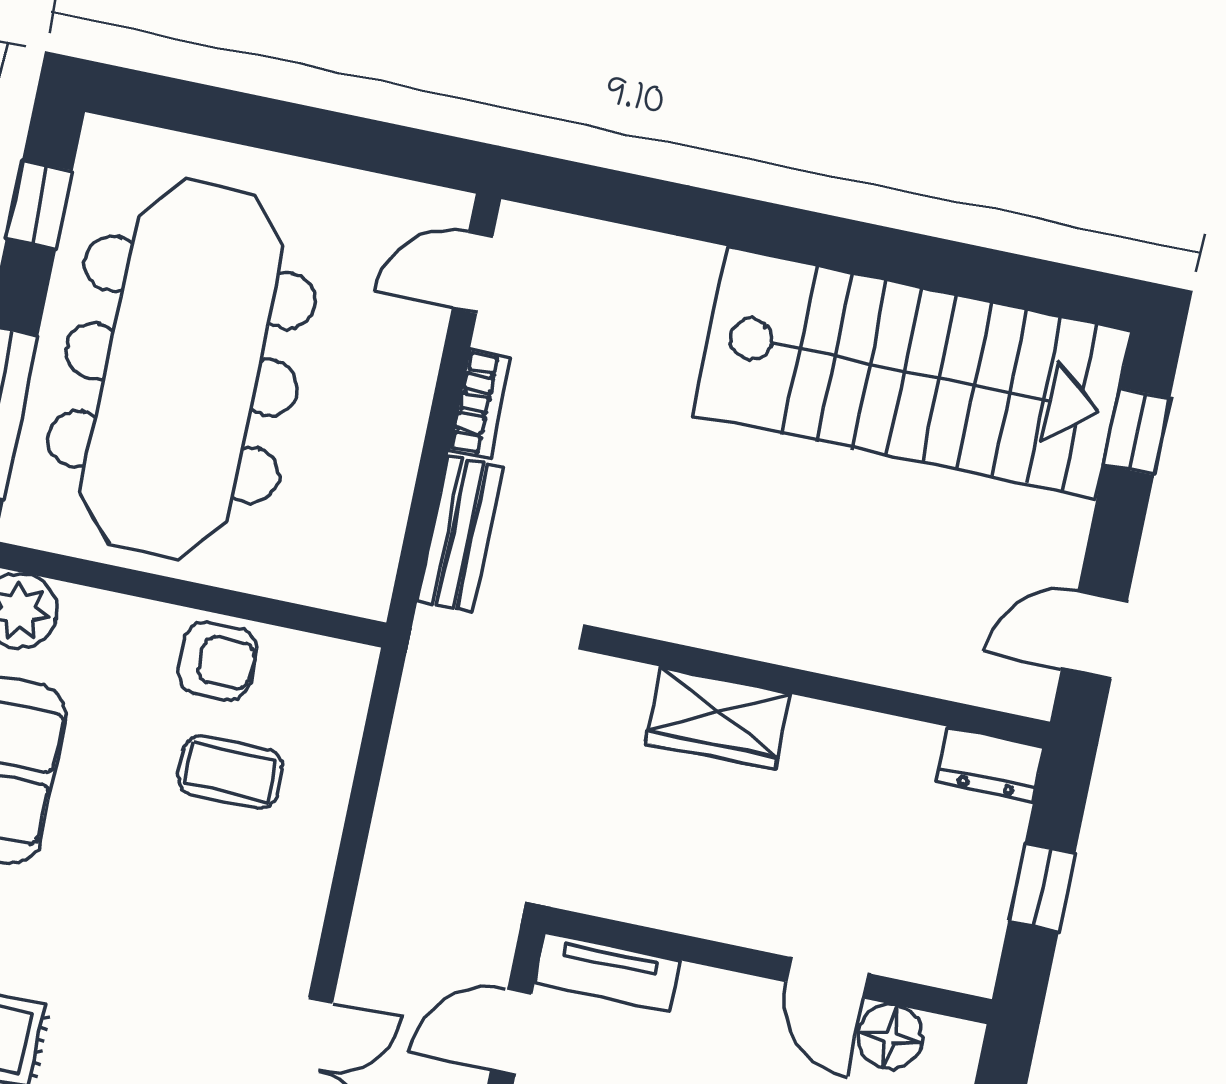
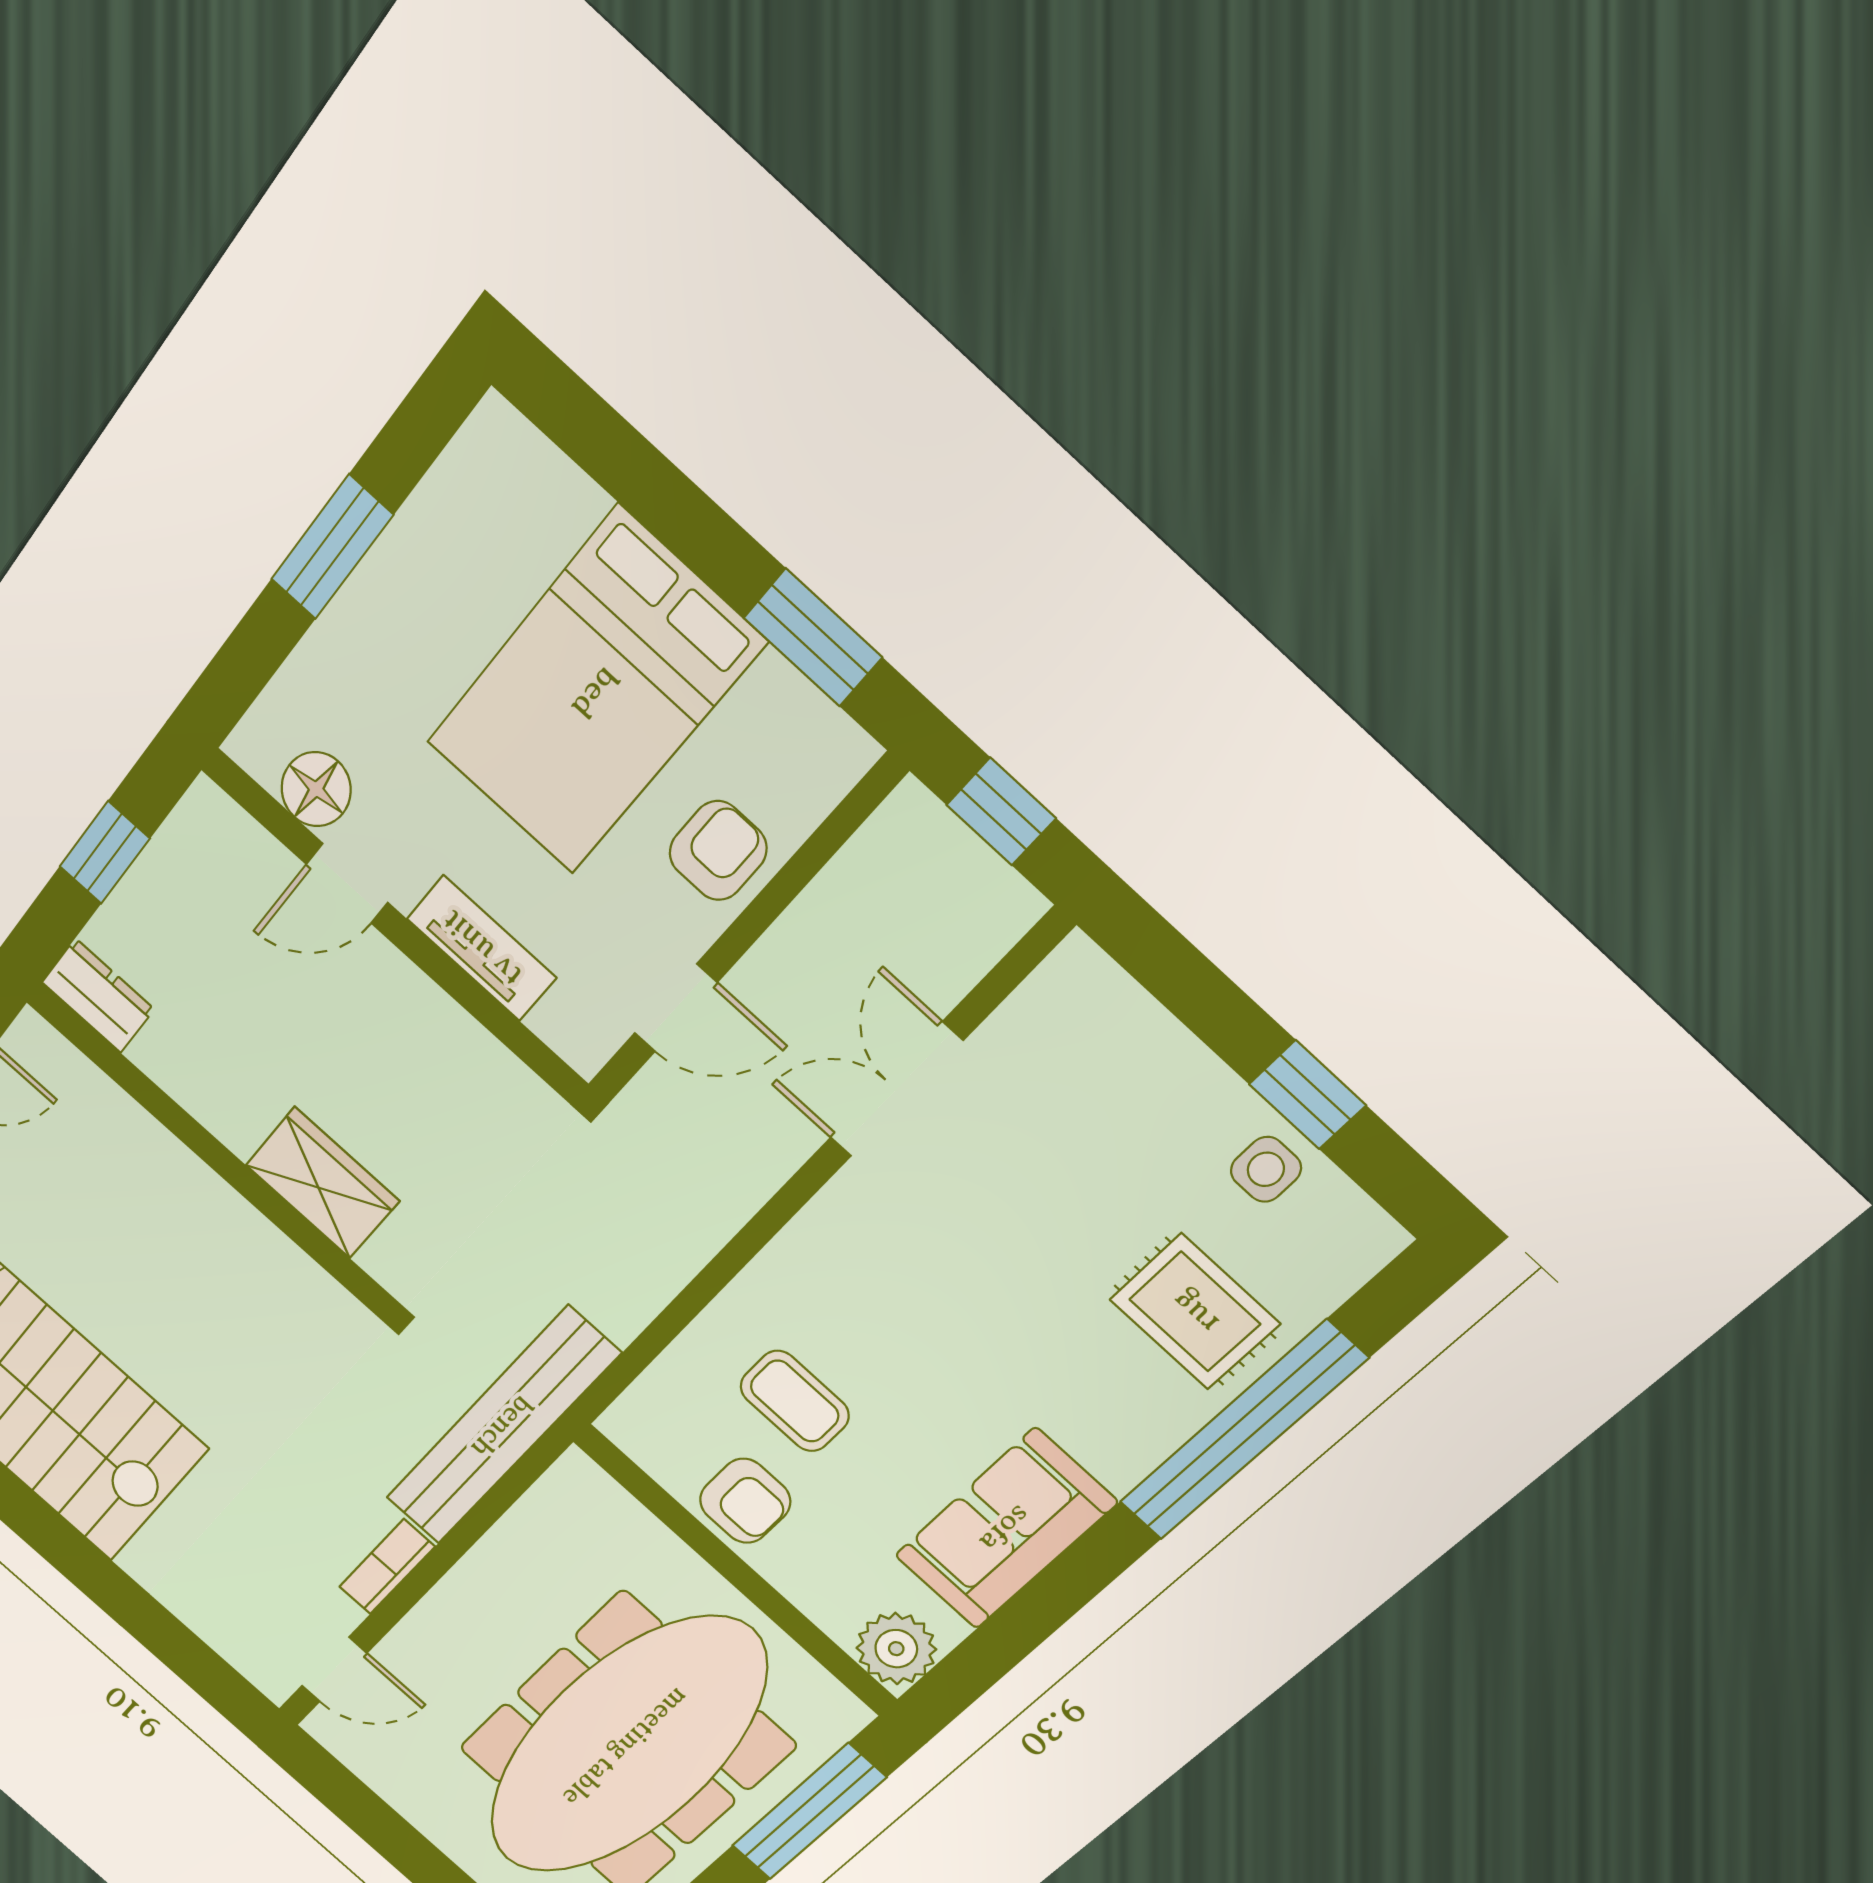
bench: (460, 534) -> (502, 1427), width x1.86, depth x1.21
armchair: (218, 661) -> (745, 1501), turned 180
tv unit: (607, 972) -> (482, 948), moved
door: (826, 978) -> (347, 883), swing flipped

